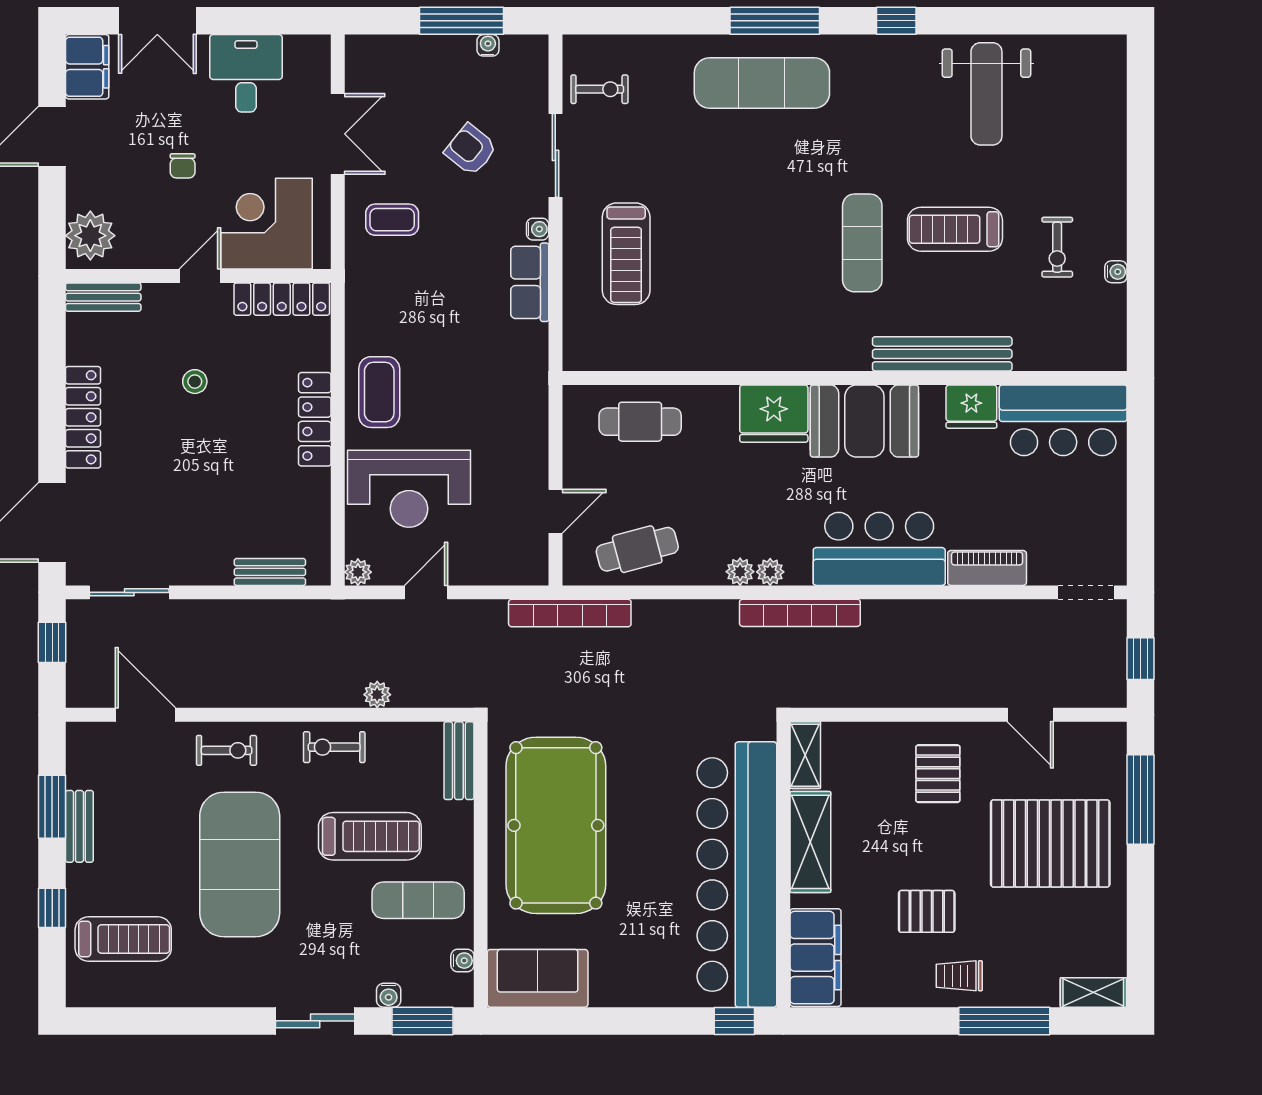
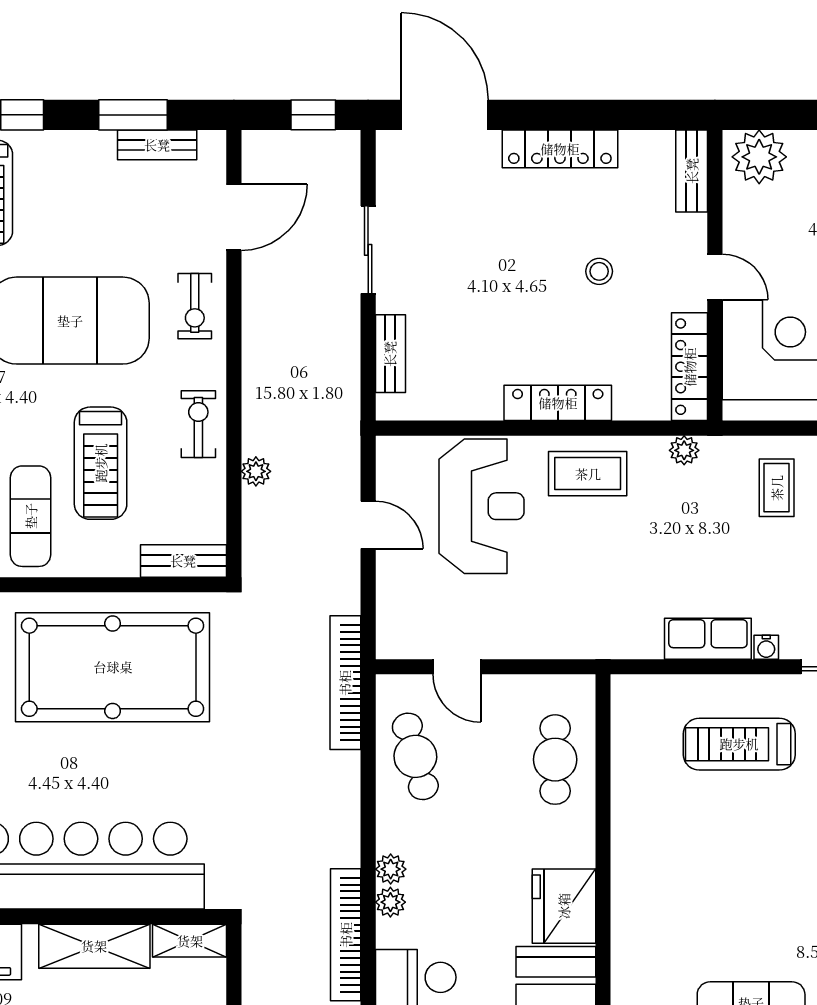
reception desk: (409, 489) -> (482, 506), turned 180
plant: (358, 572) -> (684, 450), moved
sliding door: (129, 592) -> (368, 250), moved
bench: (79, 826) -> (157, 145), moved

